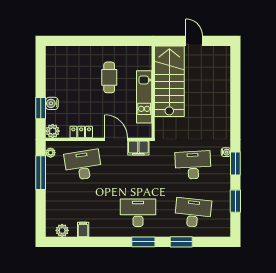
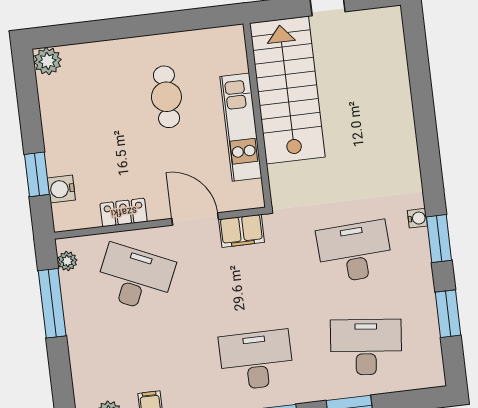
water cooler: (52, 103) -> (61, 189), moved
plant: (53, 131) -> (48, 61), moved
desk: (83, 165) -> (135, 278), turned 33

